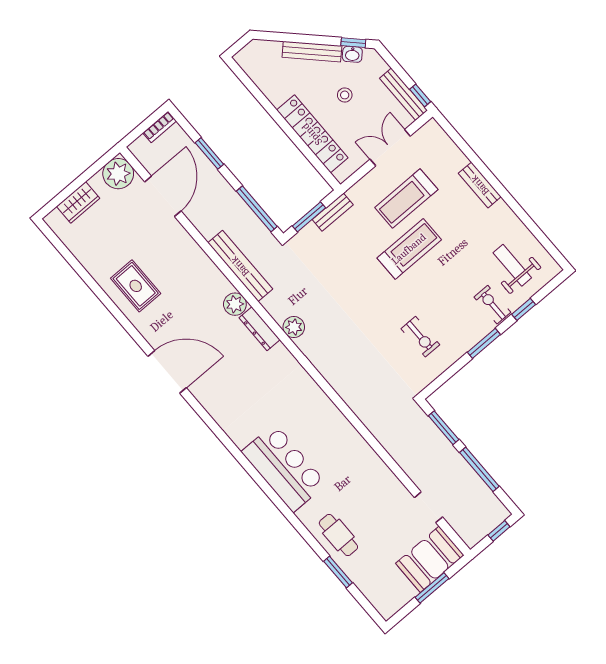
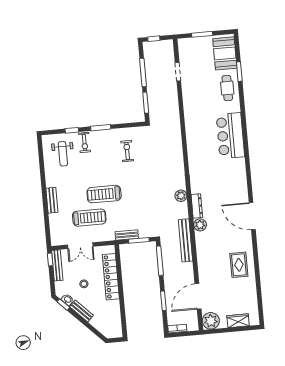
bench: (312, 52) -> (81, 311), width x0.73
booth: (430, 559) -> (225, 53), moved, turned 90

